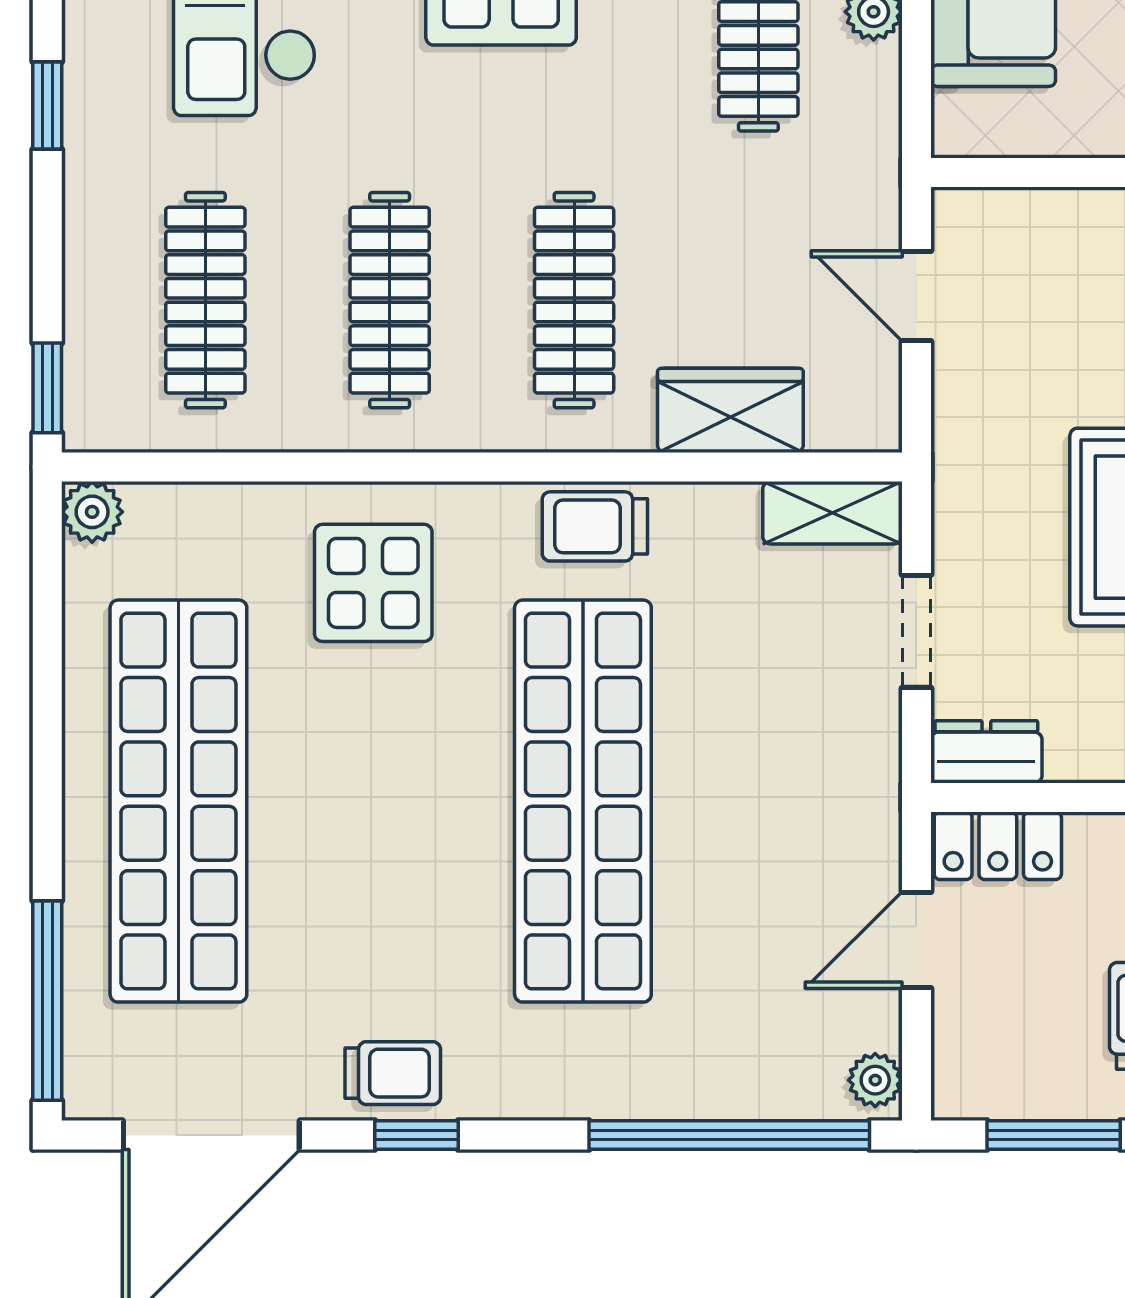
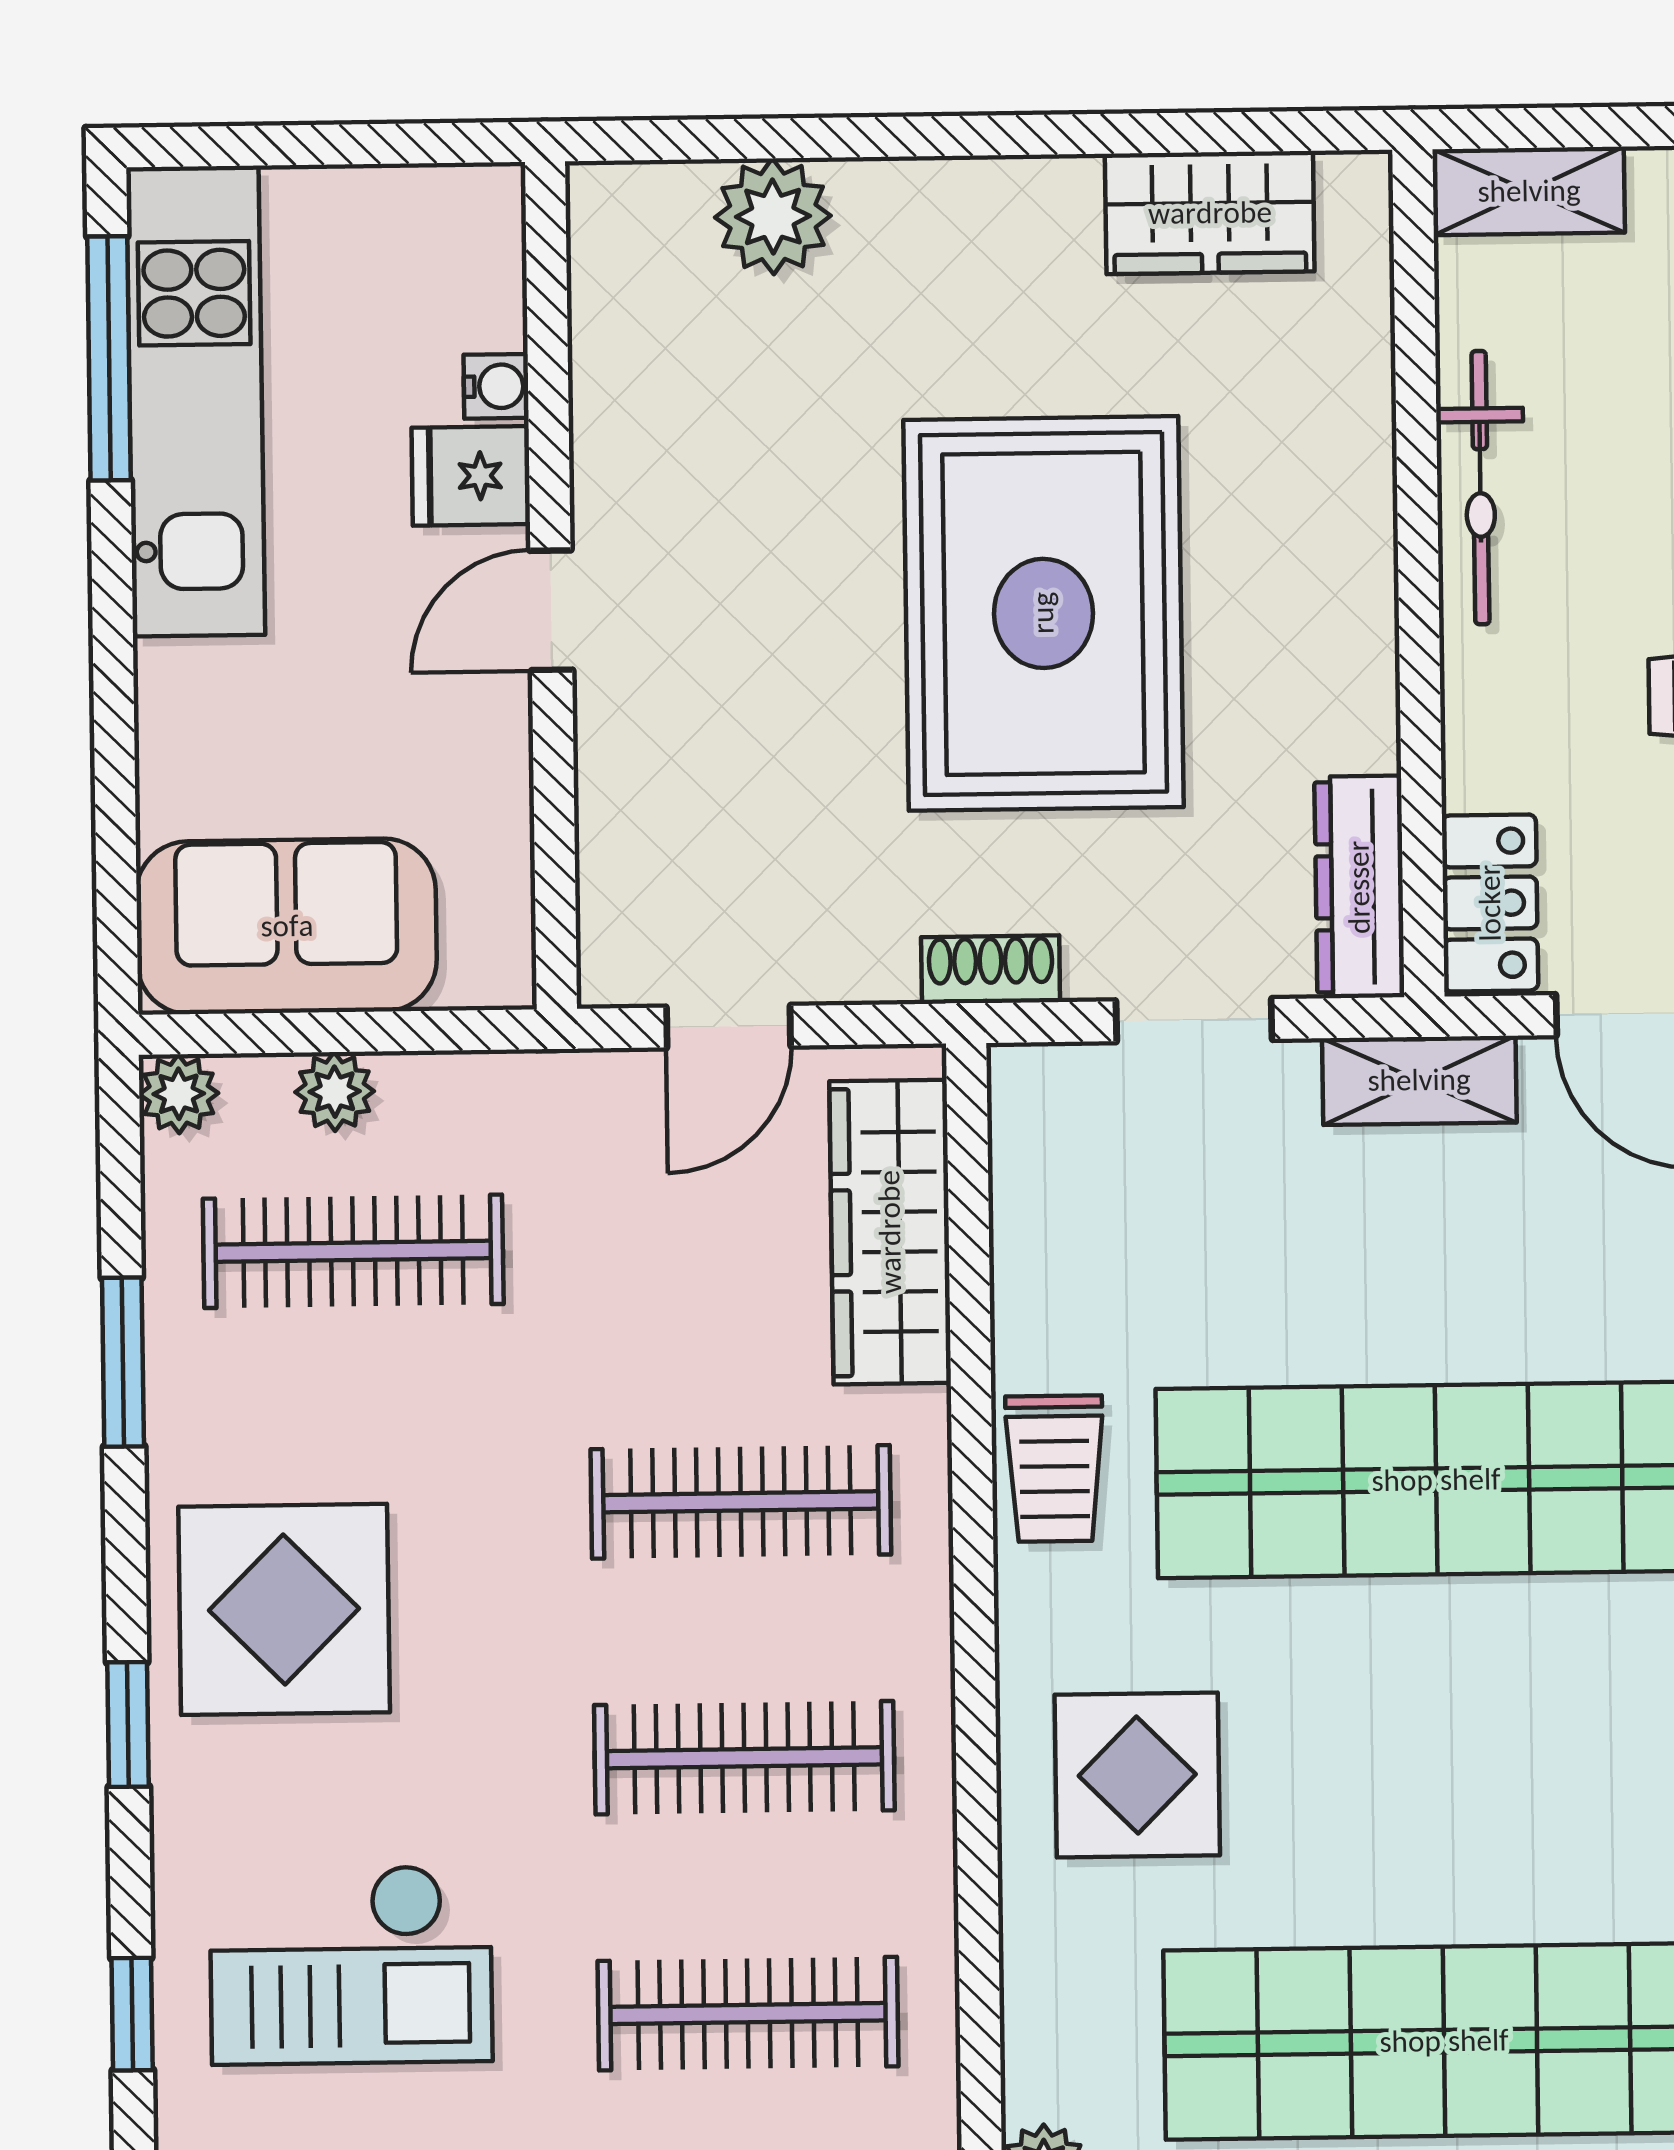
wardrobe: (730, 410) -> (890, 1232), width x1.50
shoe rack: (955, 485) -> (991, 970), added
shelving: (832, 513) -> (1419, 1080), moved, turned 90
dresser: (986, 752) -> (1359, 887), width x1.44

